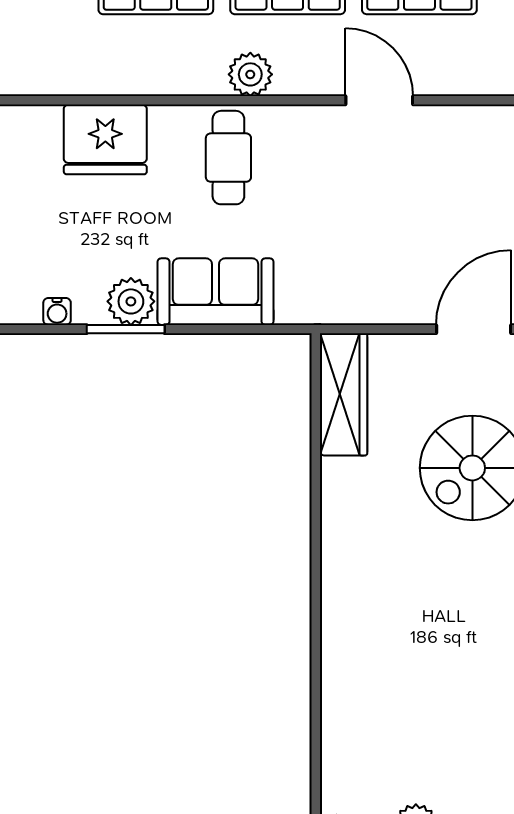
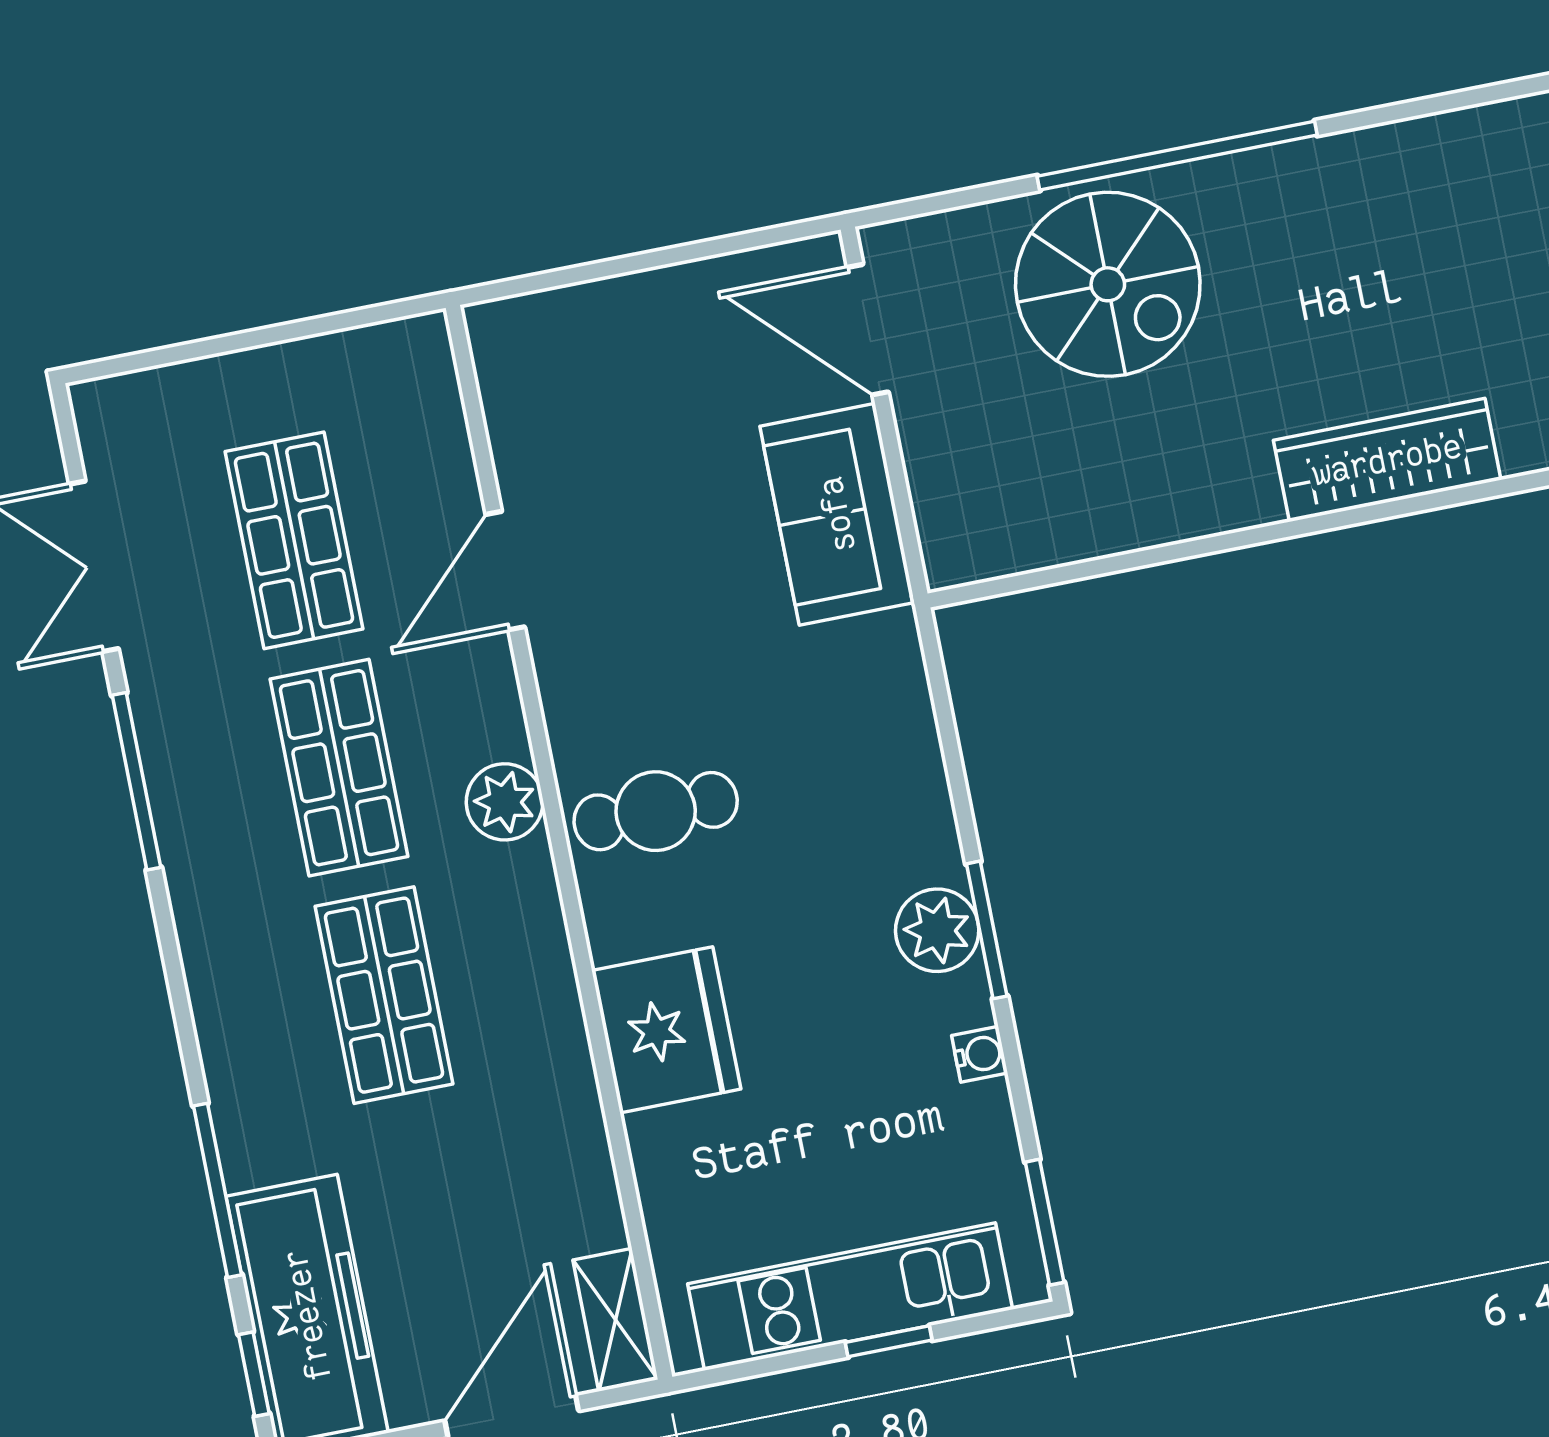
sofa: (216, 292) -> (837, 514), moved
wardrobe: (343, 394) -> (1387, 460), moved

